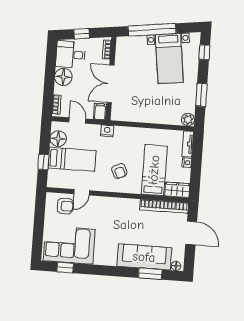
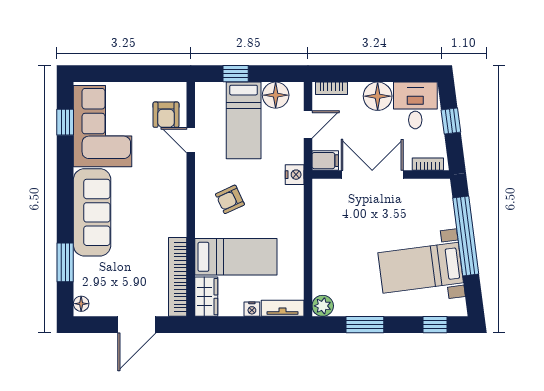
sofa: (144, 257) -> (92, 212), moved

